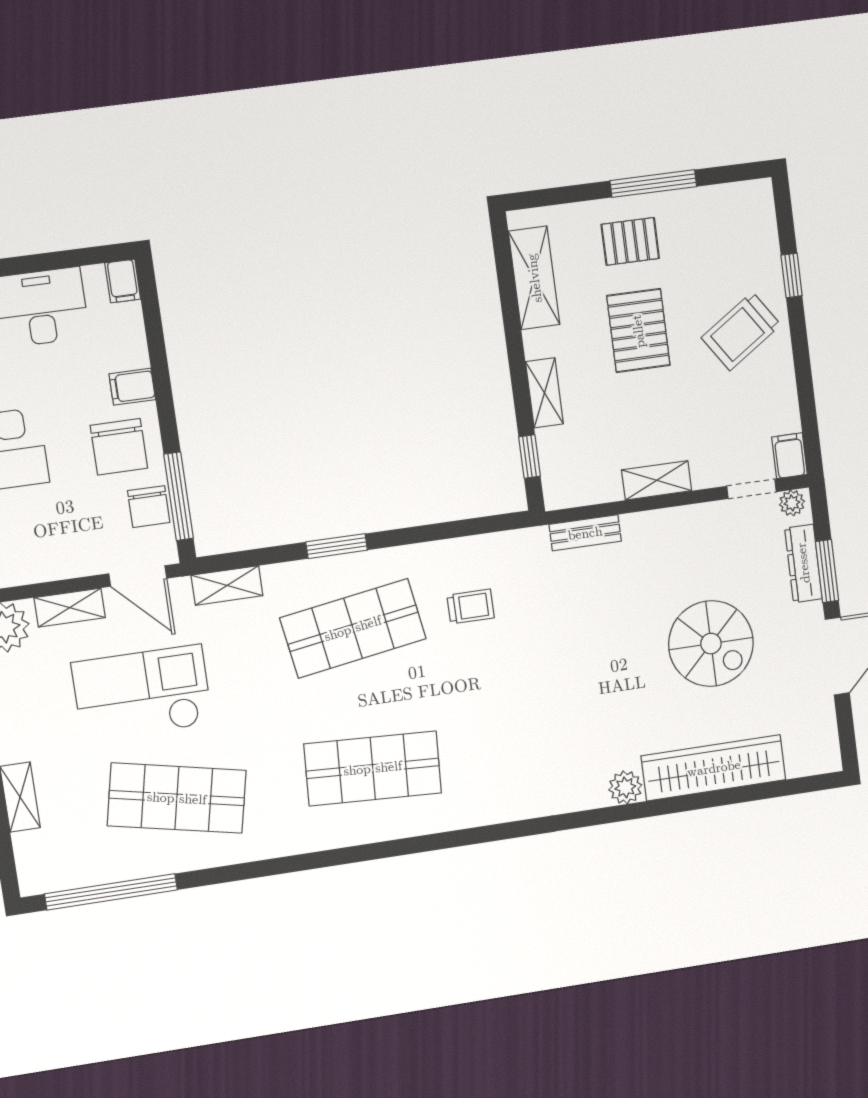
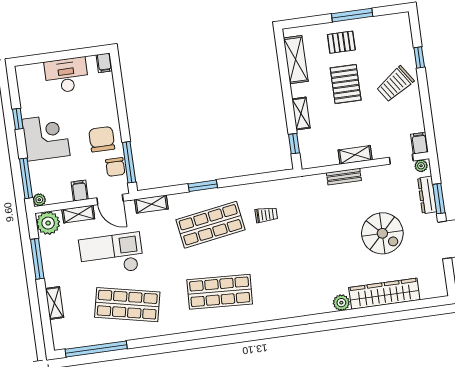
filing cabinet: (132, 387) -> (80, 191), moved, turned 90
chair: (119, 447) -> (102, 139), turned 180
bench: (585, 533) -> (344, 177), moved

